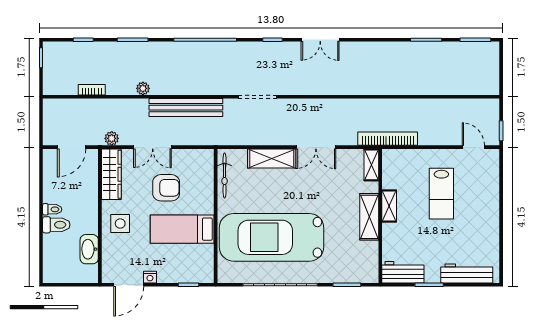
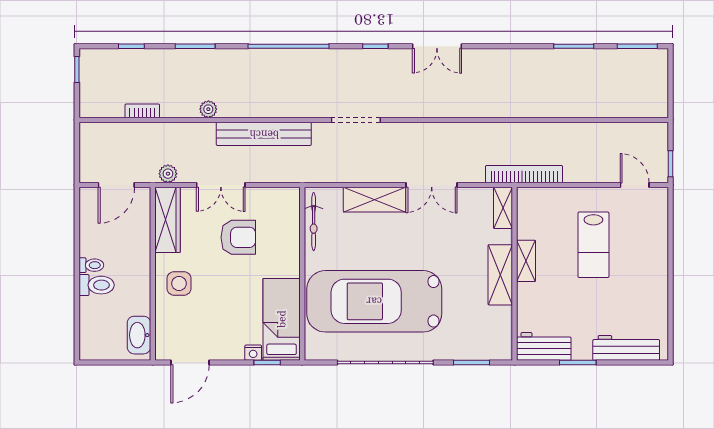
bed: (182, 229) -> (282, 319), moved, turned 90
washbasin: (89, 249) -> (139, 335), moved
nightstand: (150, 277) -> (253, 353), moved

